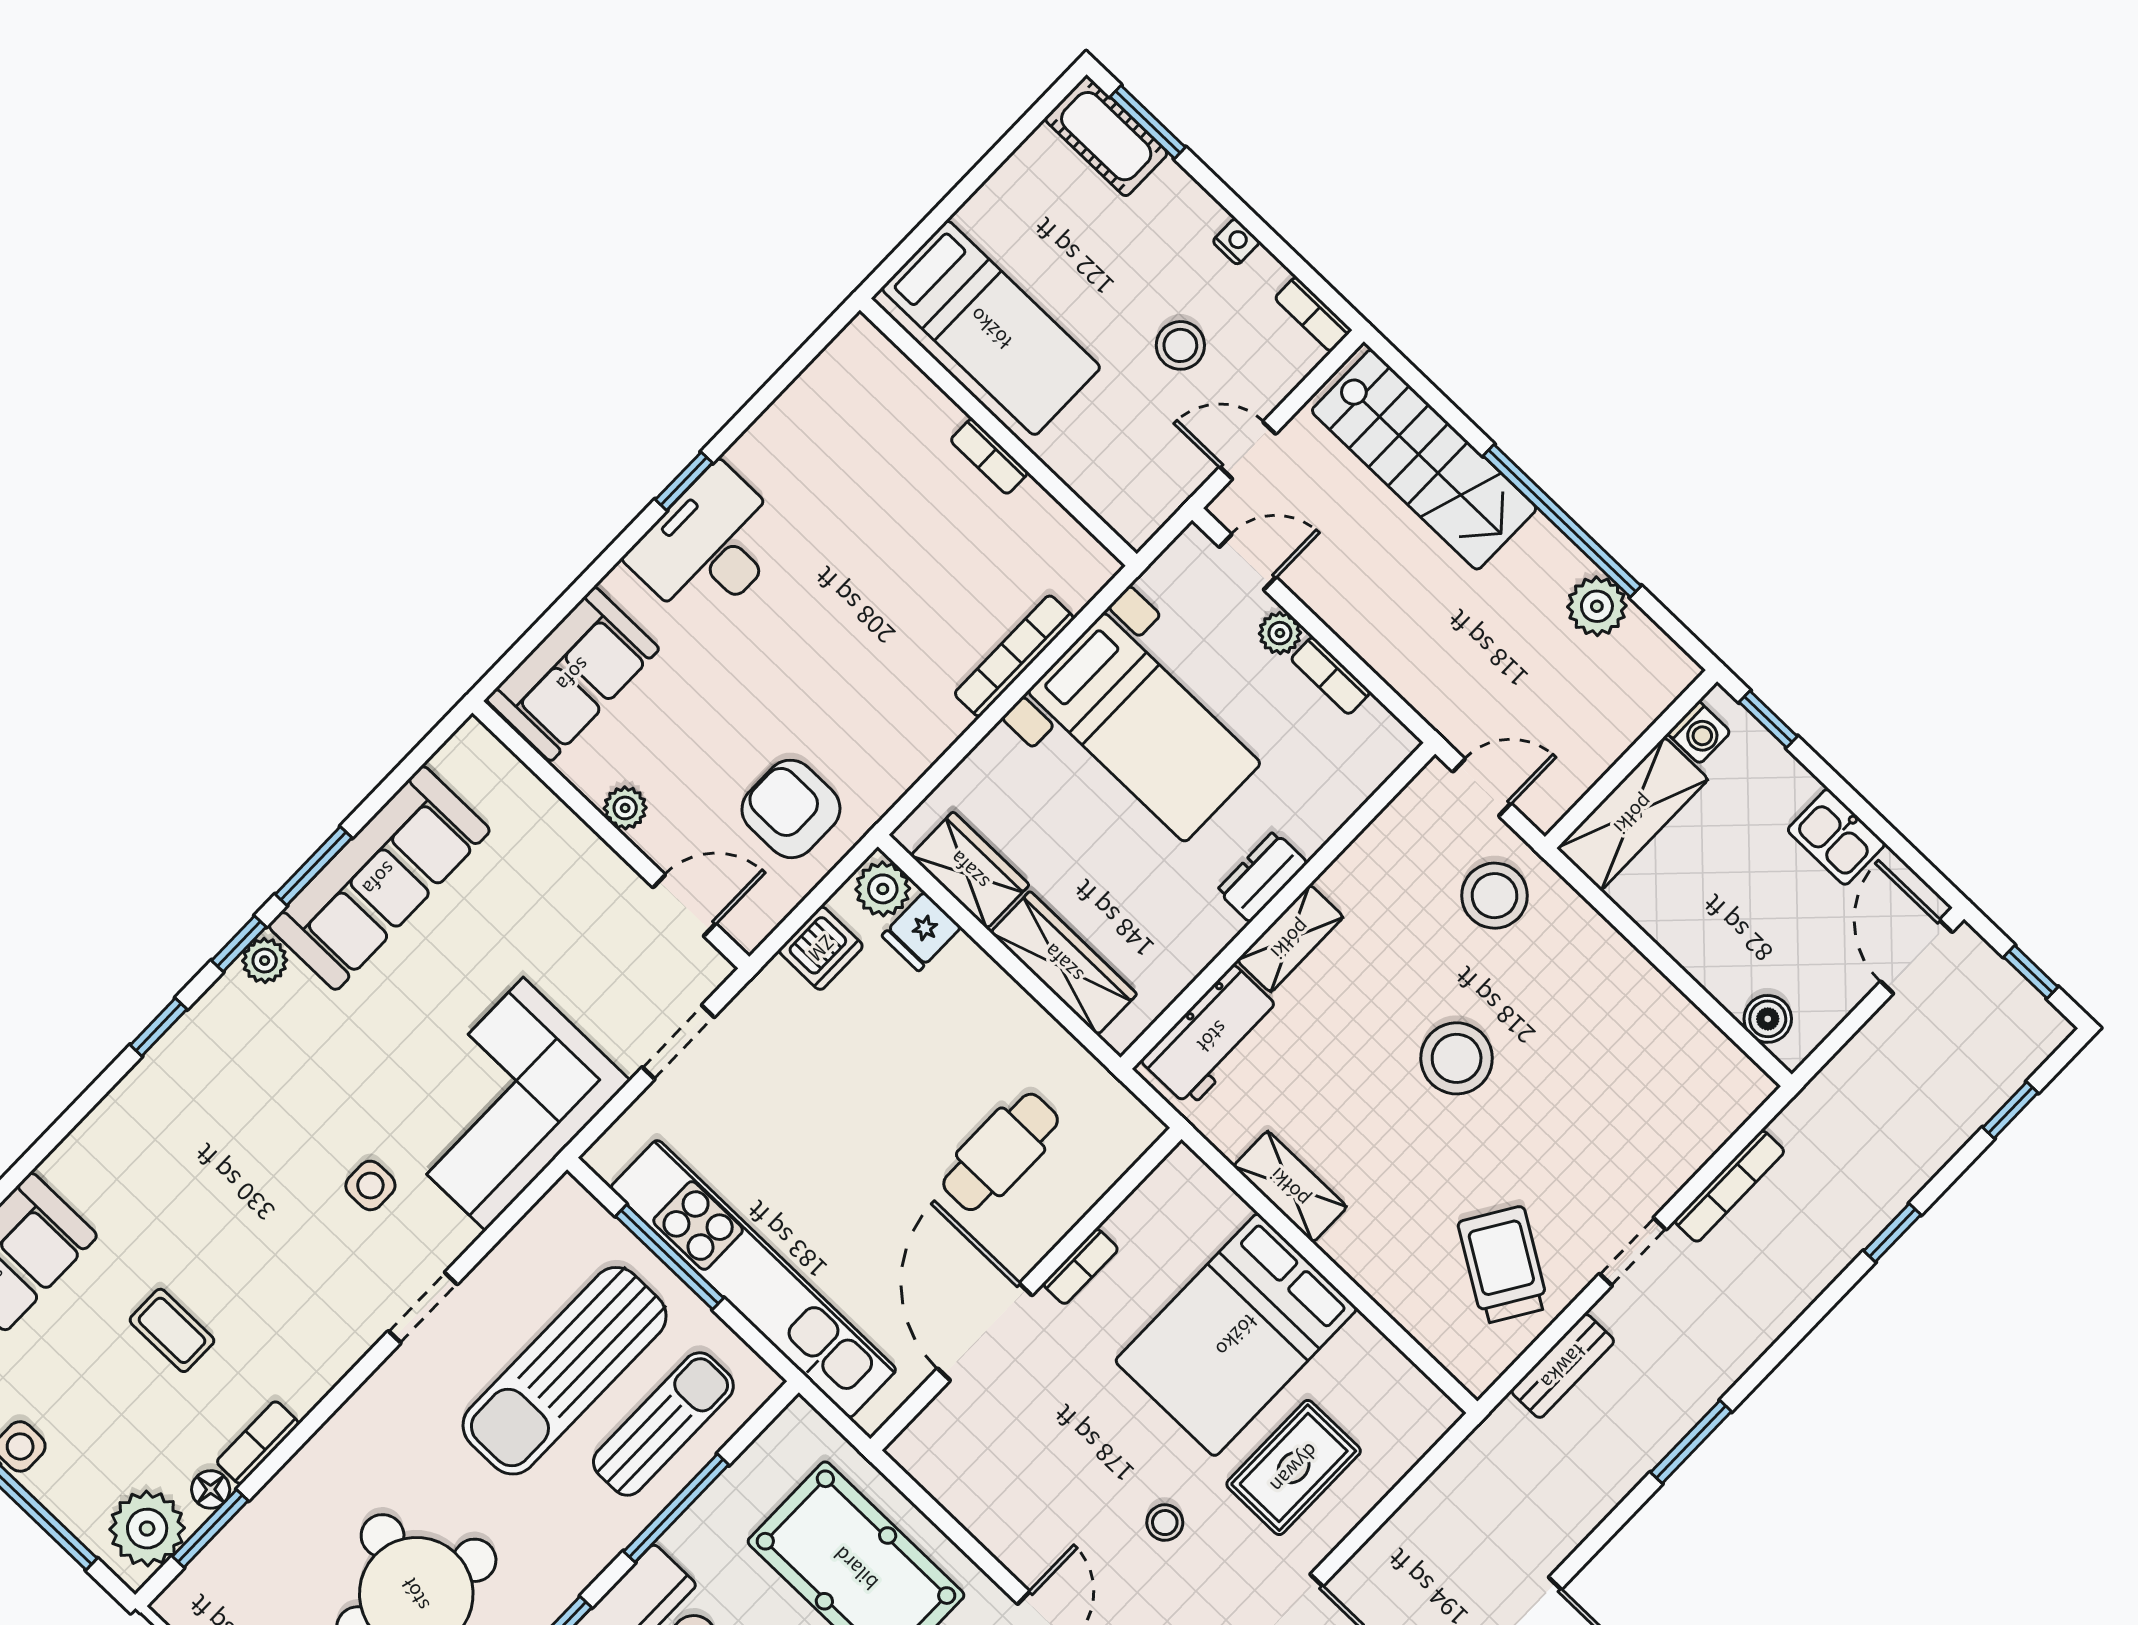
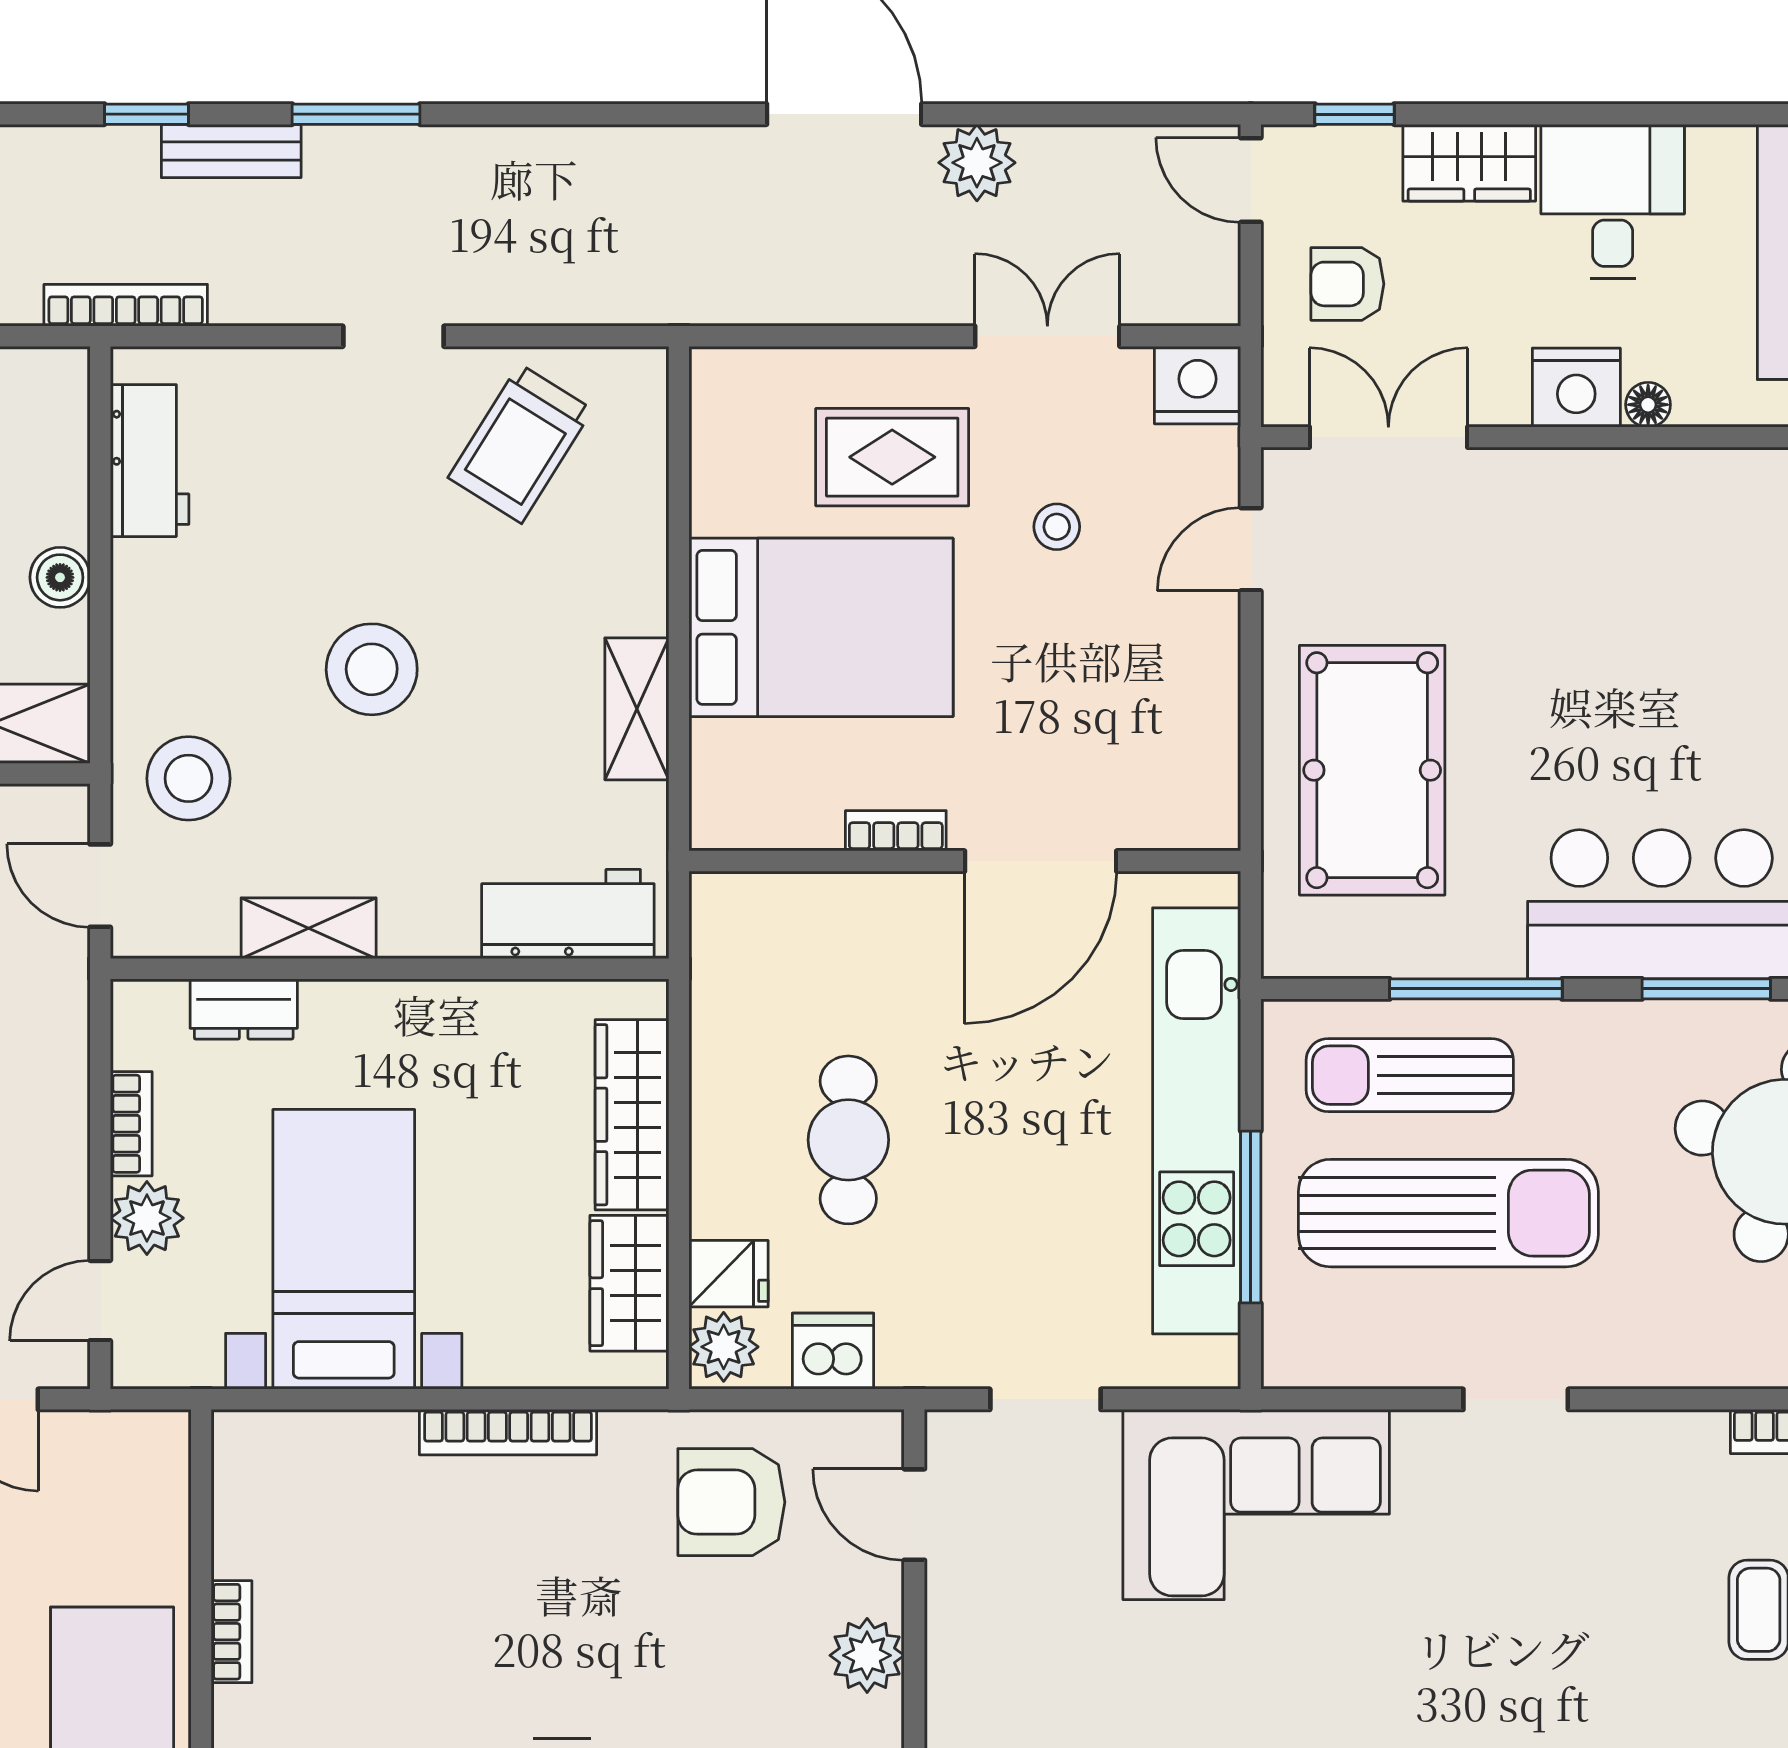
door: (1248, 562) -> (100, 1301), hinge flipped
plant: (1280, 633) -> (147, 1218), width x1.38, depth x1.38
bookcase: (1014, 656) -> (508, 1432), moved
plant: (625, 808) -> (867, 1655), width x1.38, depth x1.38
armchair: (791, 809) -> (731, 1502), turned 90
dresser: (1262, 877) -> (244, 1009), moved
shelving: (1290, 939) -> (309, 928), moved
boiler: (1768, 1019) -> (60, 577), moved
workbench: (1695, 1046) -> (150, 461), added
cafe table: (1001, 1152) -> (848, 1140), moved, turned 90
side table: (370, 1185) -> (1450, 1556), removed
bookcase: (1730, 1186) -> (126, 305), moved
bench: (1563, 1366) -> (231, 151), moved
window: (1691, 1442) -> (356, 114), moved

